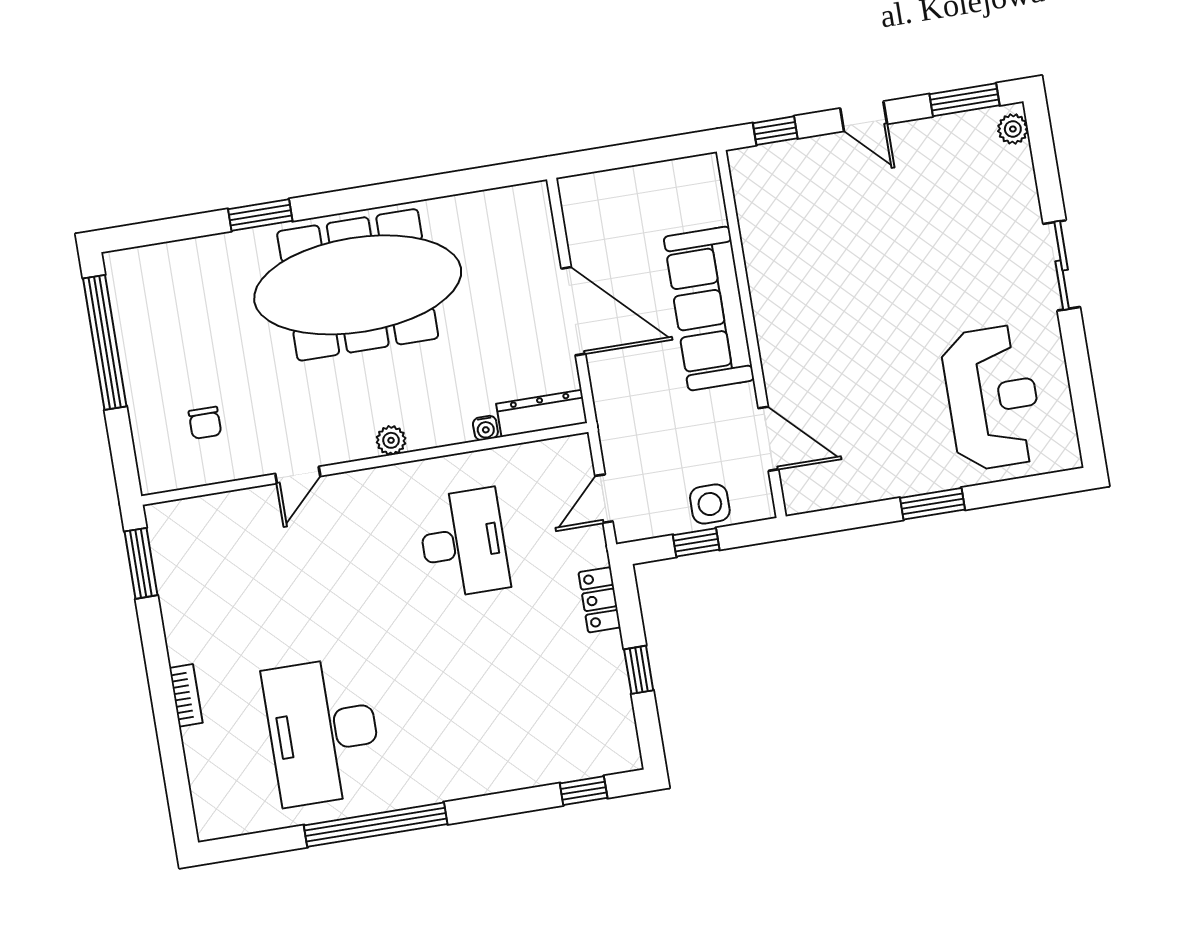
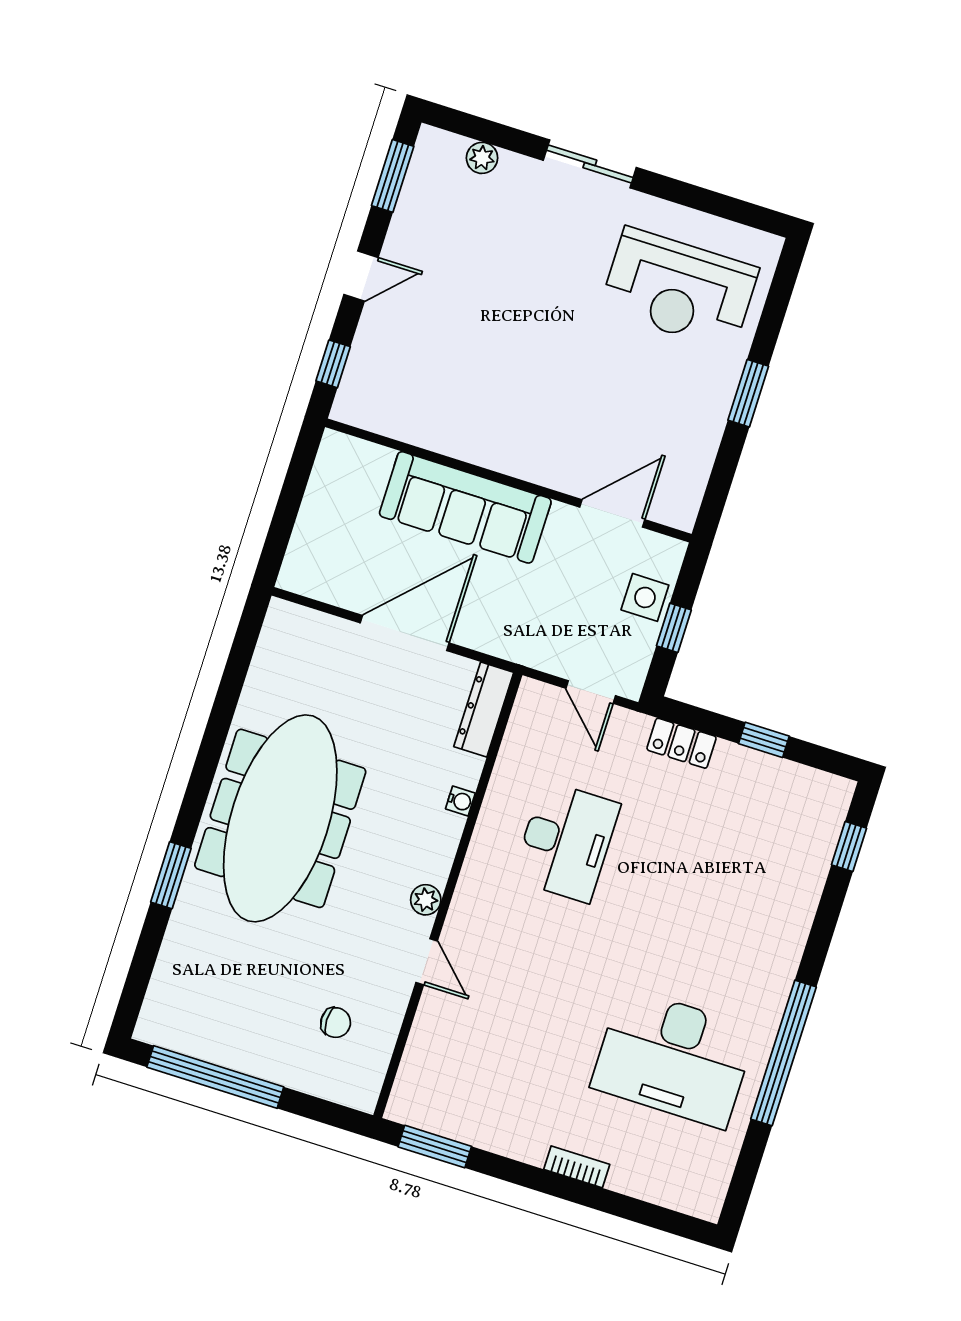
plant: (1013, 129) -> (482, 158), moved
reception desk: (993, 398) -> (679, 289), turned 180
water cooler: (485, 428) -> (460, 801), moved
plant: (391, 440) -> (426, 900), moved
desk: (463, 543) -> (566, 842), turned 90

